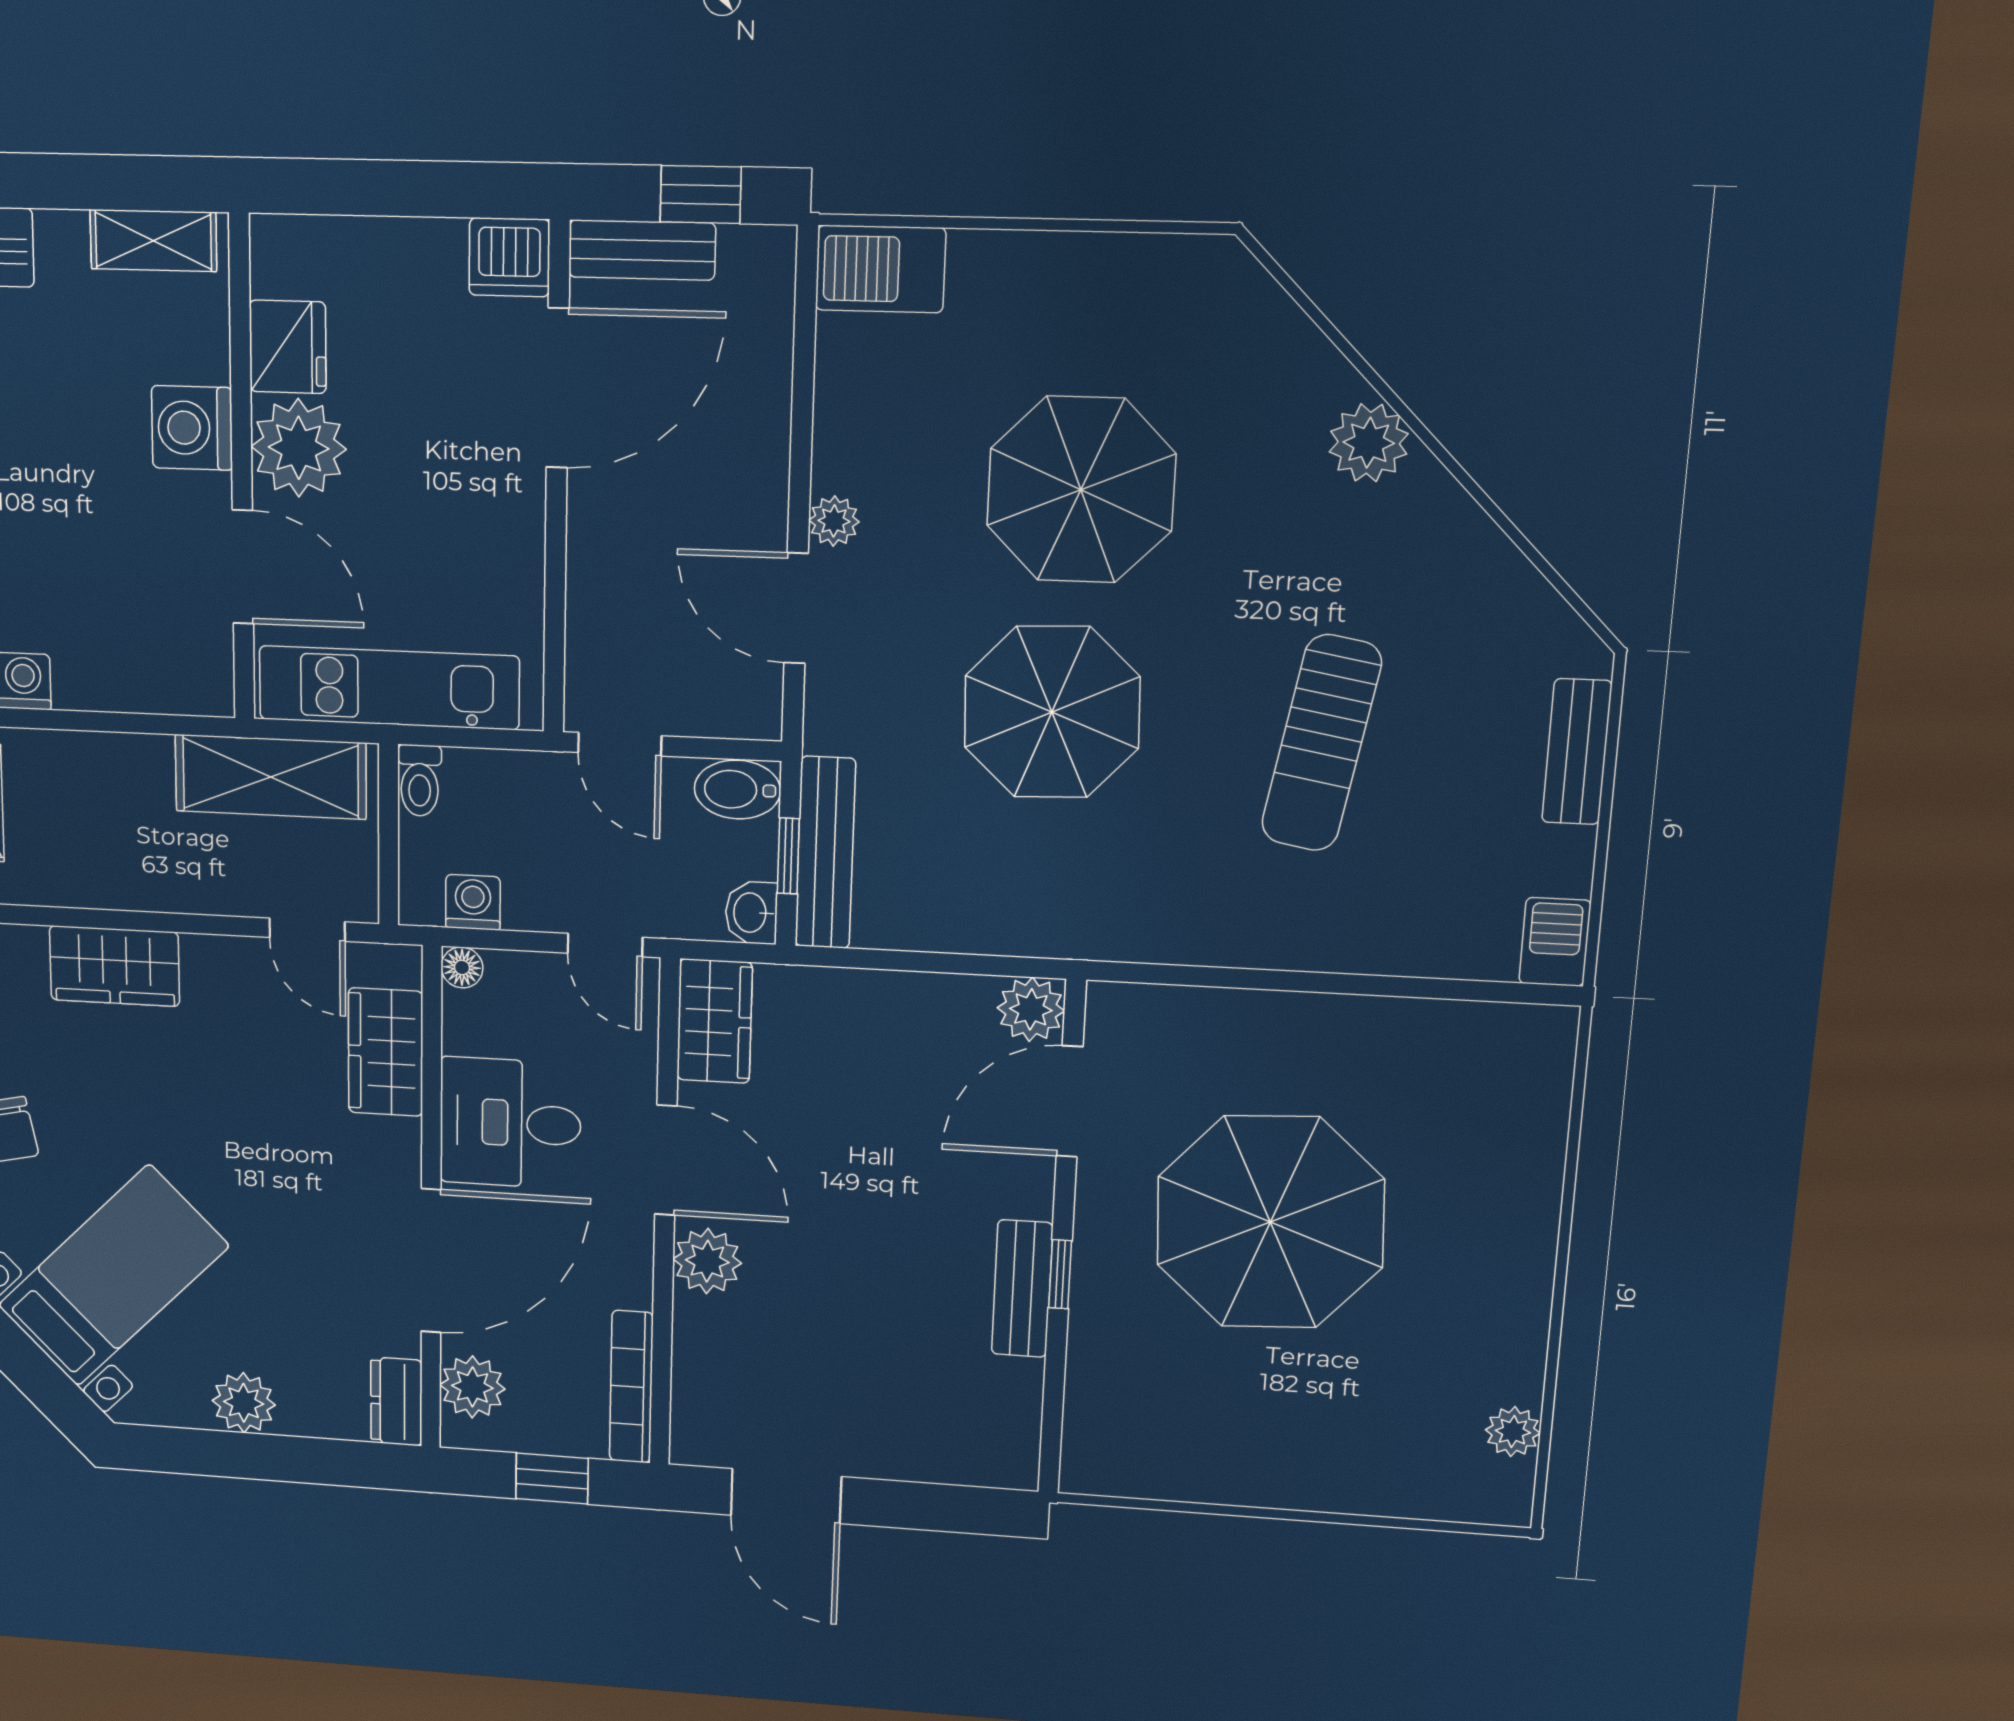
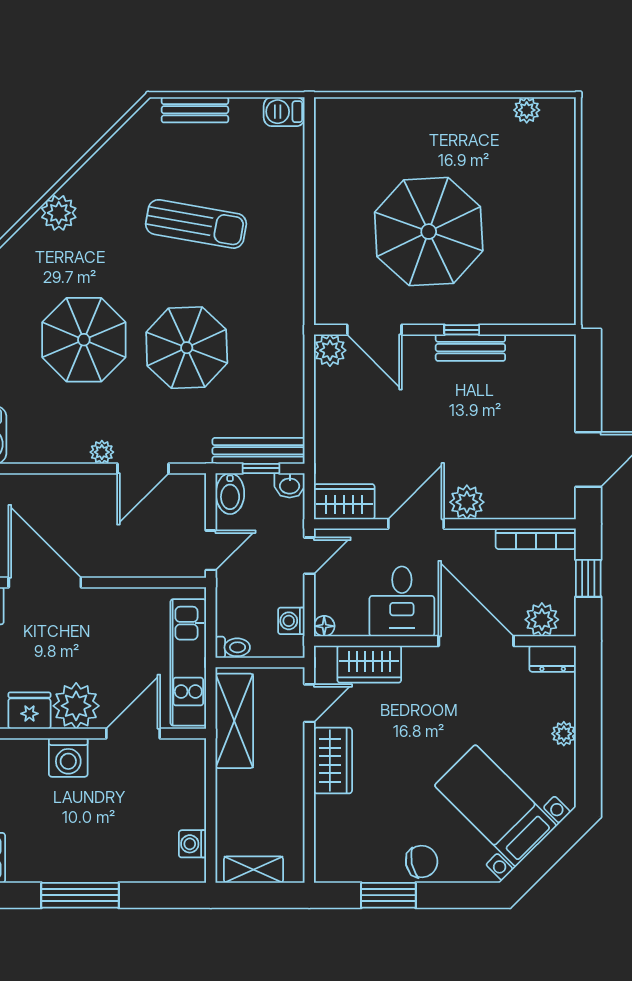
wardrobe: (114, 966) -> (333, 761), moved
plant: (244, 1403) -> (564, 734), width x0.73, depth x0.73

